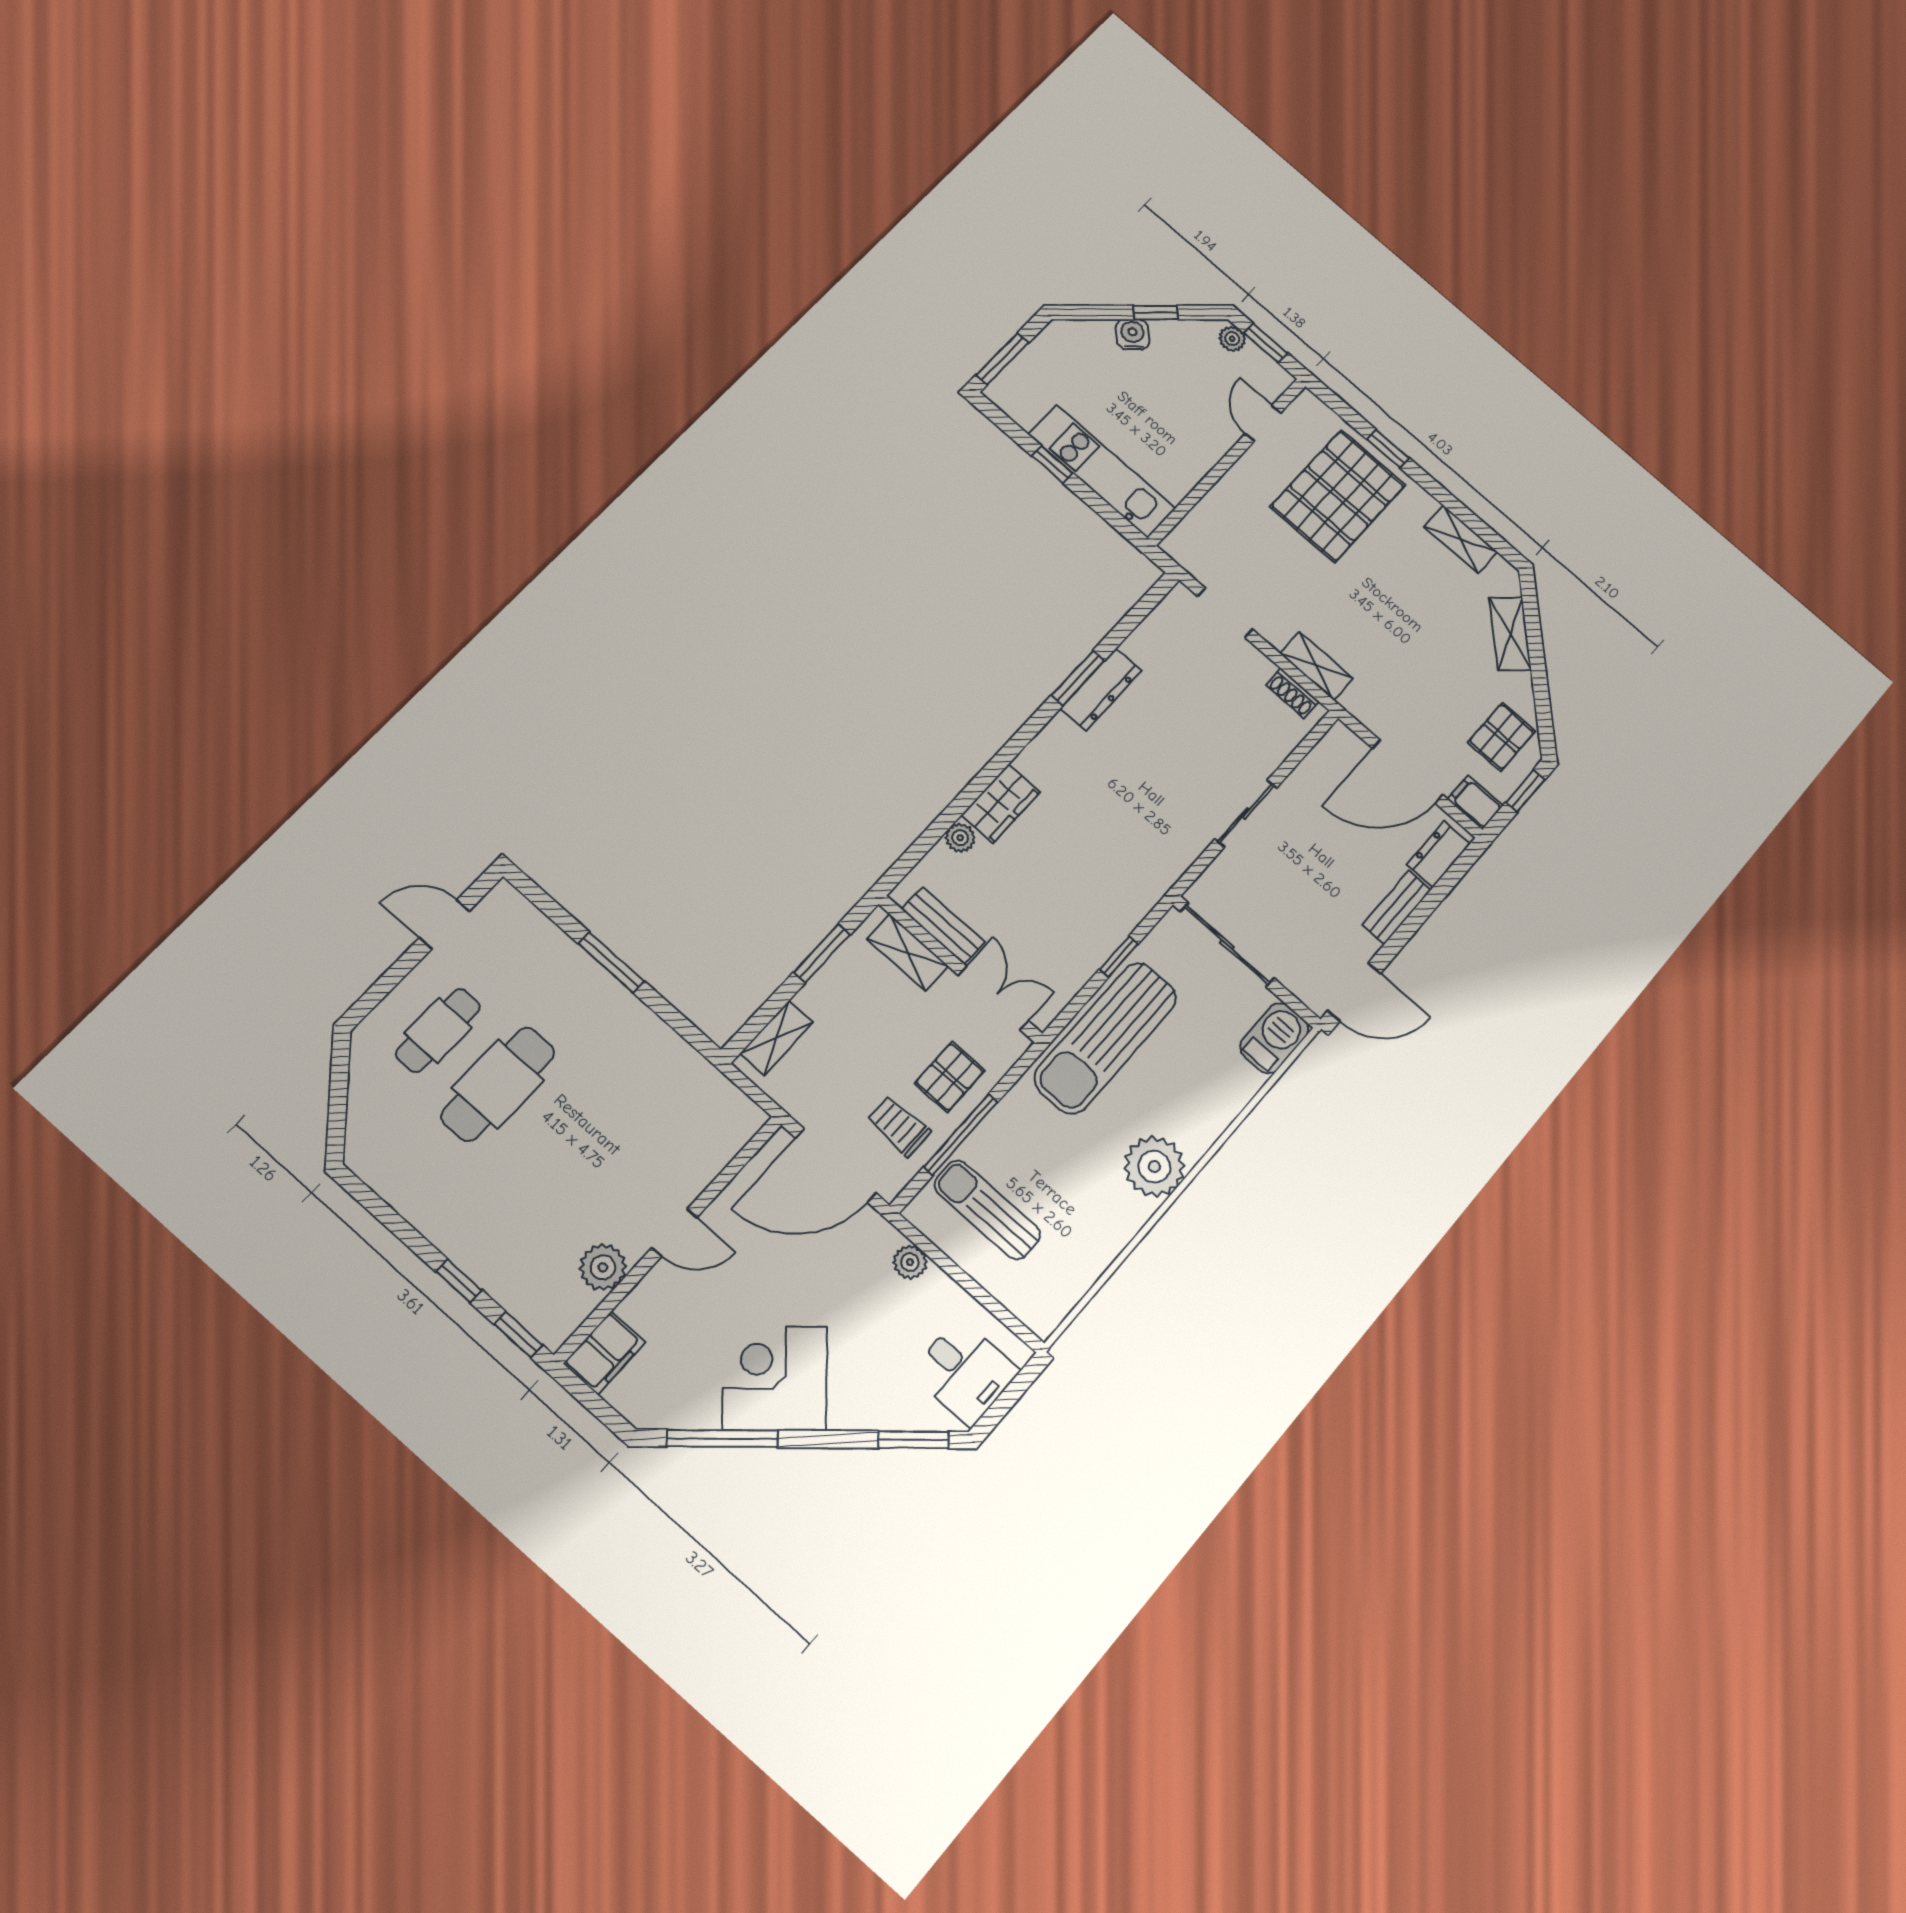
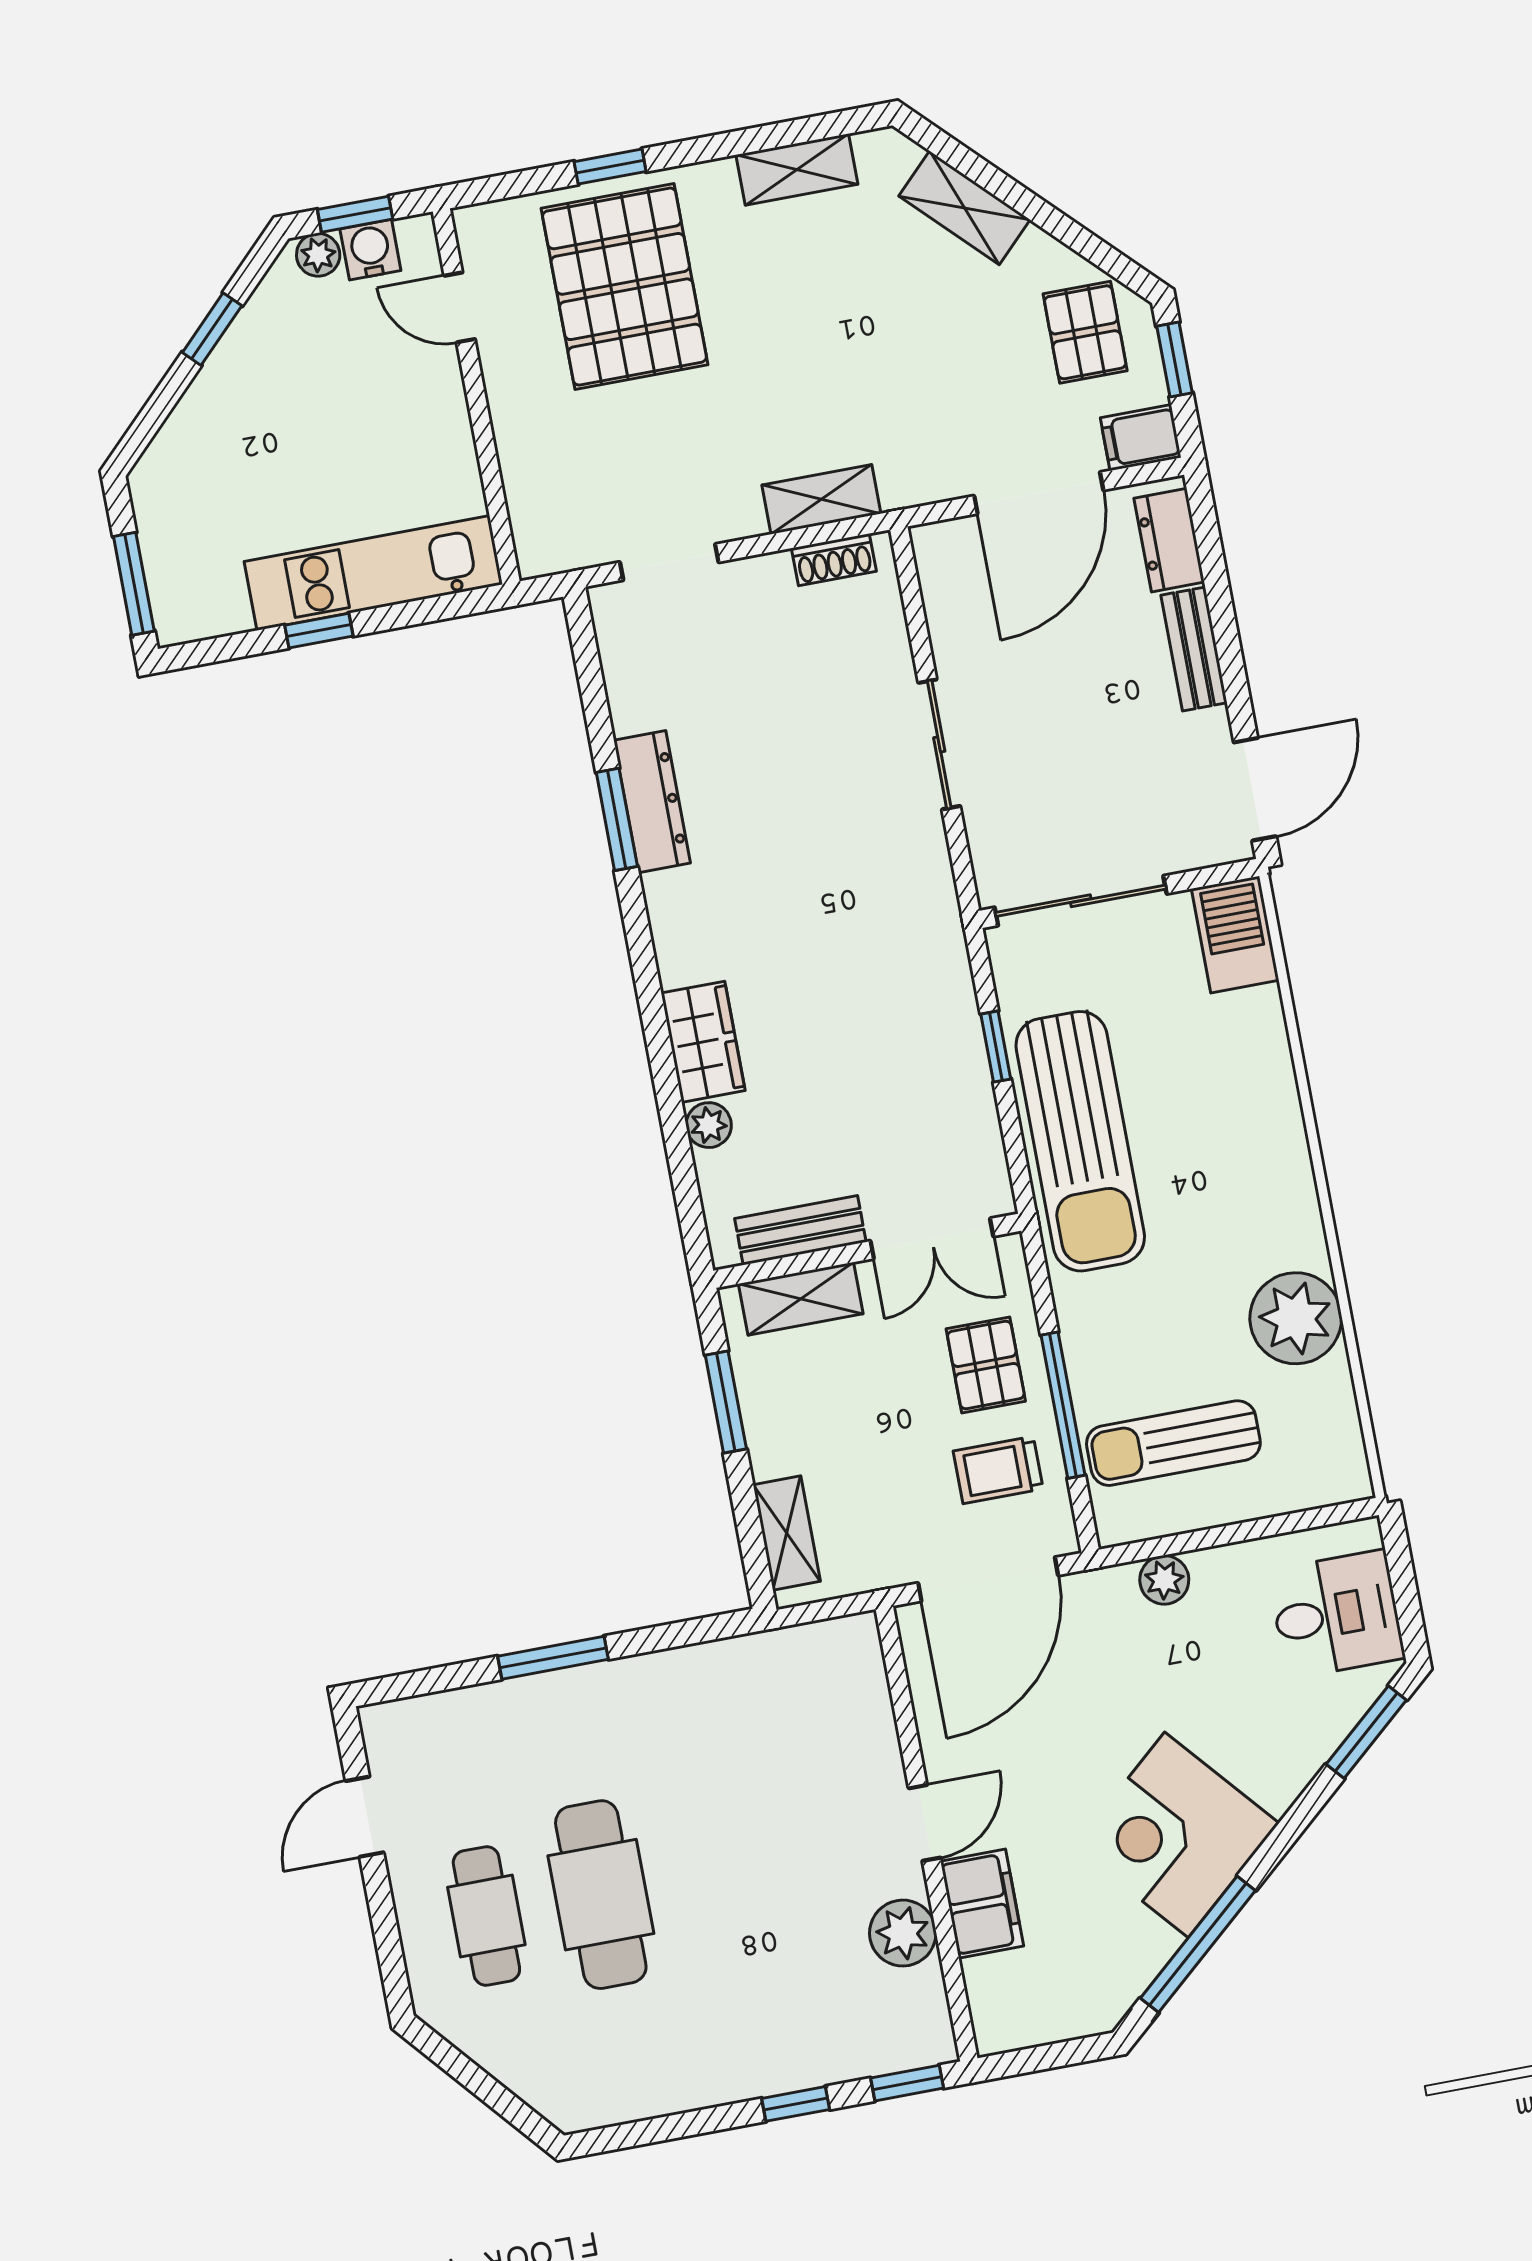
water cooler: (1133, 334) -> (370, 250), moved, turned 45
double door: (993, 998) -> (932, 1239), swing flipped
plant: (1154, 1167) -> (1296, 1318), moved
filing cabinet: (604, 1353) -> (982, 1904), moved

